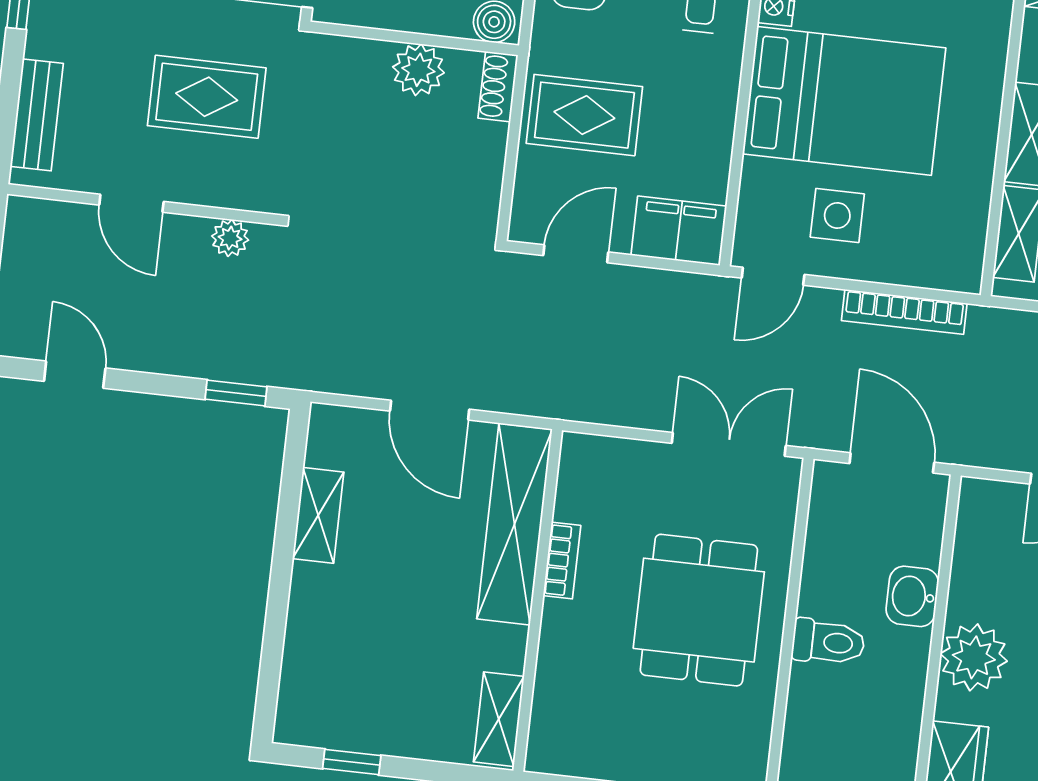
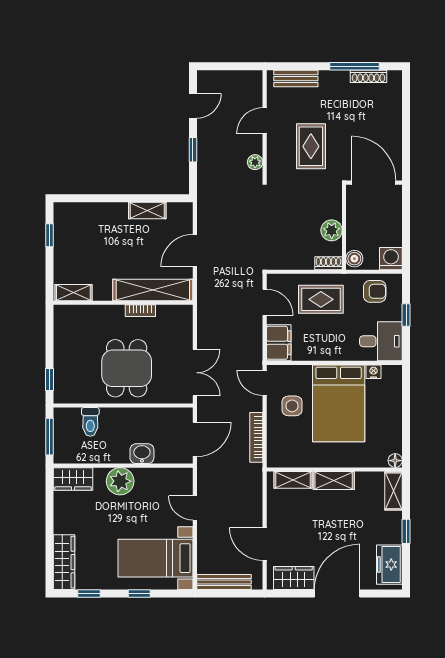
rug: (584, 115) -> (321, 299), turned 90
window: (236, 393) -> (193, 150), moved
dining table: (699, 610) -> (127, 368), turned 90
toilet: (828, 642) -> (90, 422), moved

